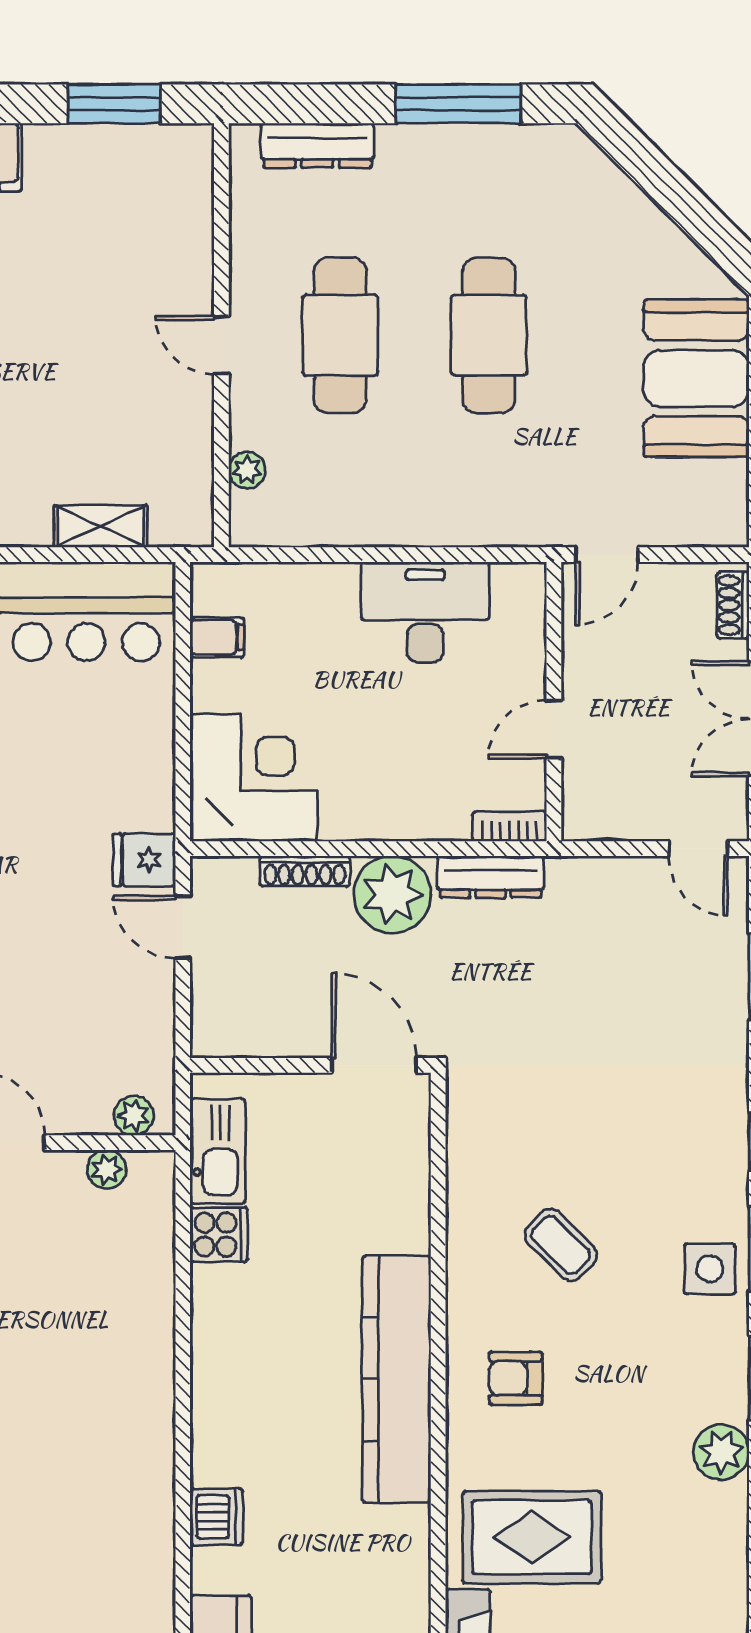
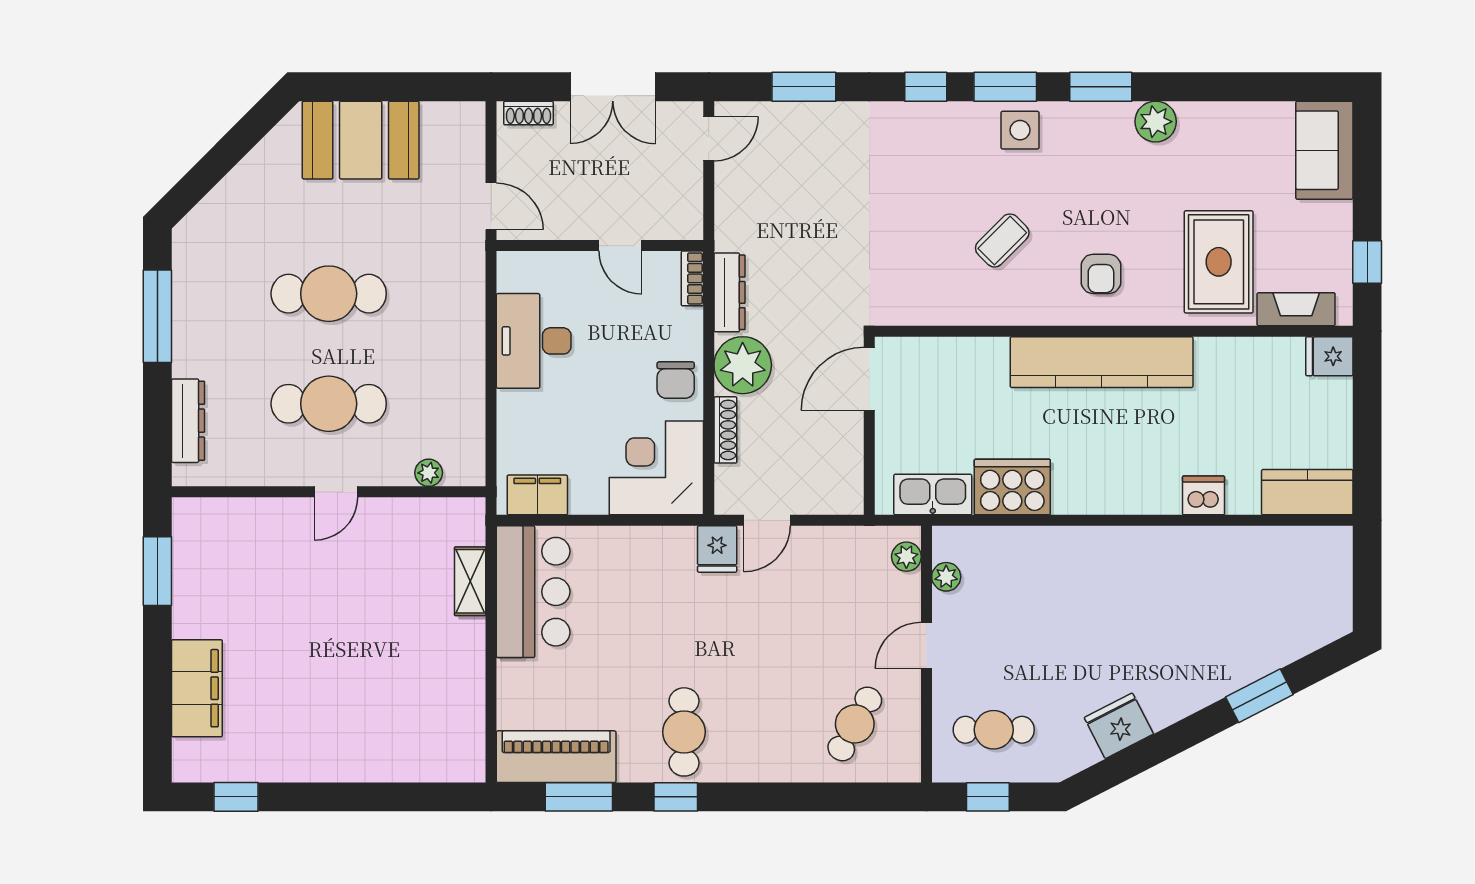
filing cabinet: (217, 637) -> (537, 495), width x2.00
chair: (372, 804) -> (676, 380), added
cooker: (219, 1235) -> (1012, 487), width x1.87, depth x1.31

